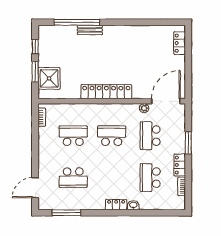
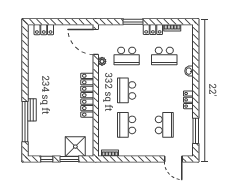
locker: (116, 204) -> (188, 100), moved

